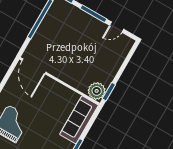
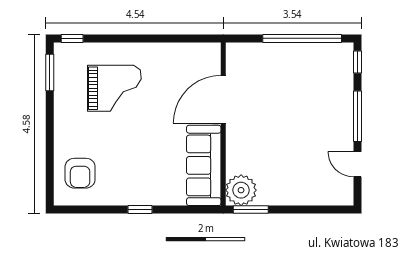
door: (34, 66) -> (223, 99), moved
sofa: (79, 120) -> (204, 165), moved, turned -90

